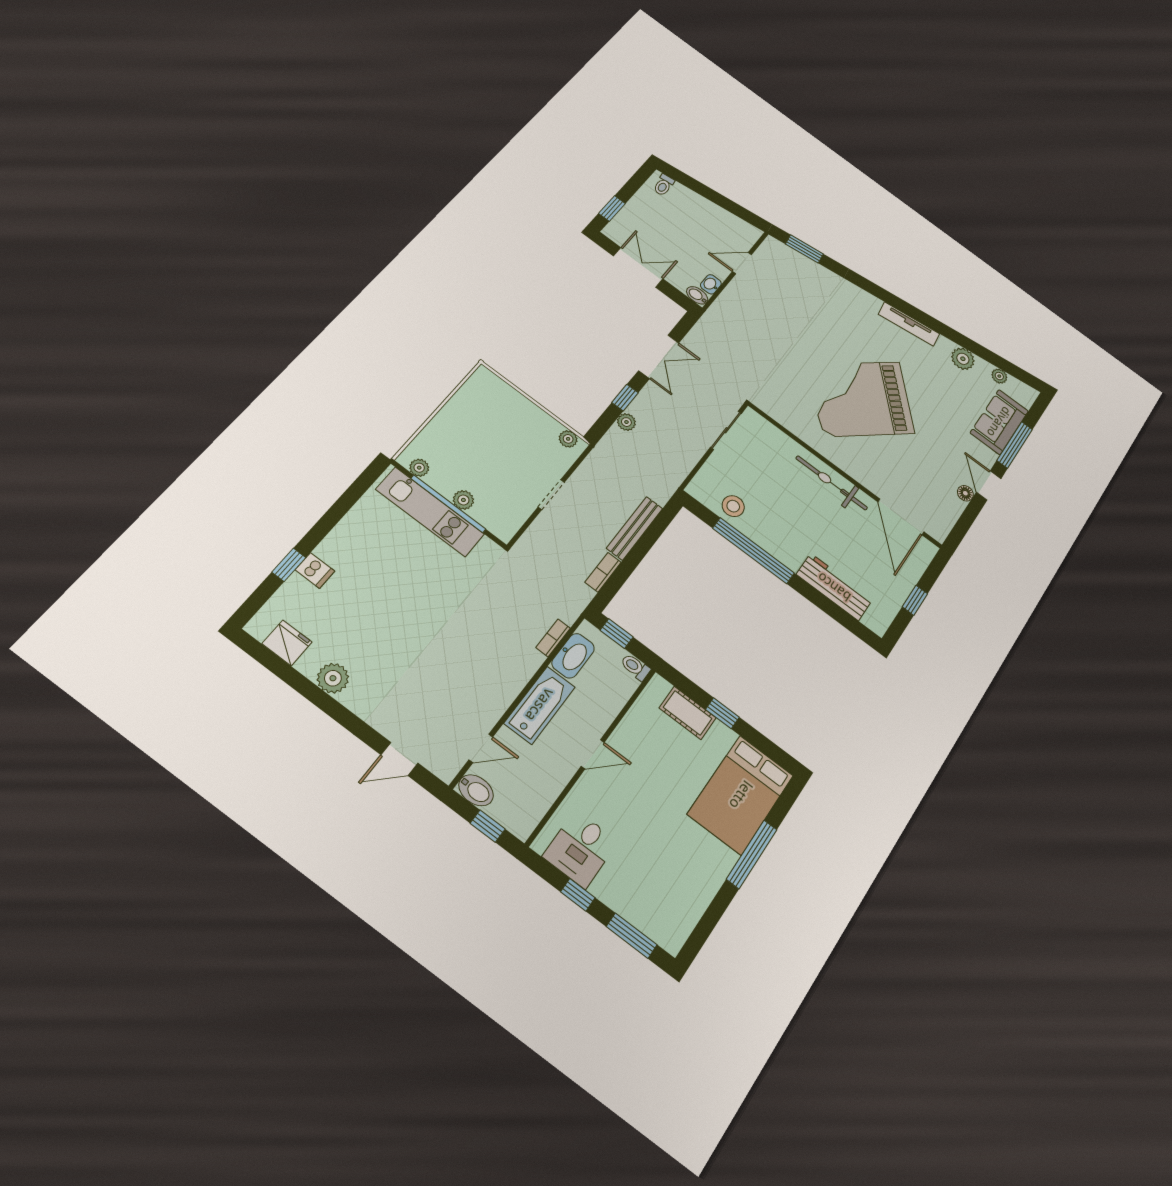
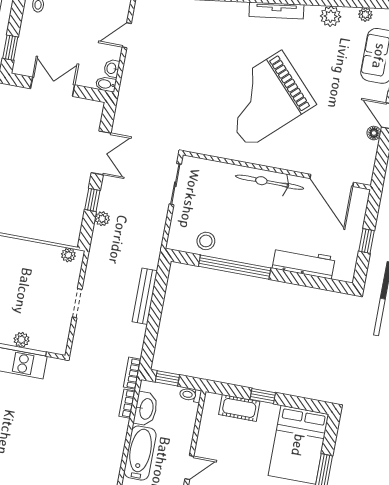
bookcase: (603, 572) -> (132, 373), moved

